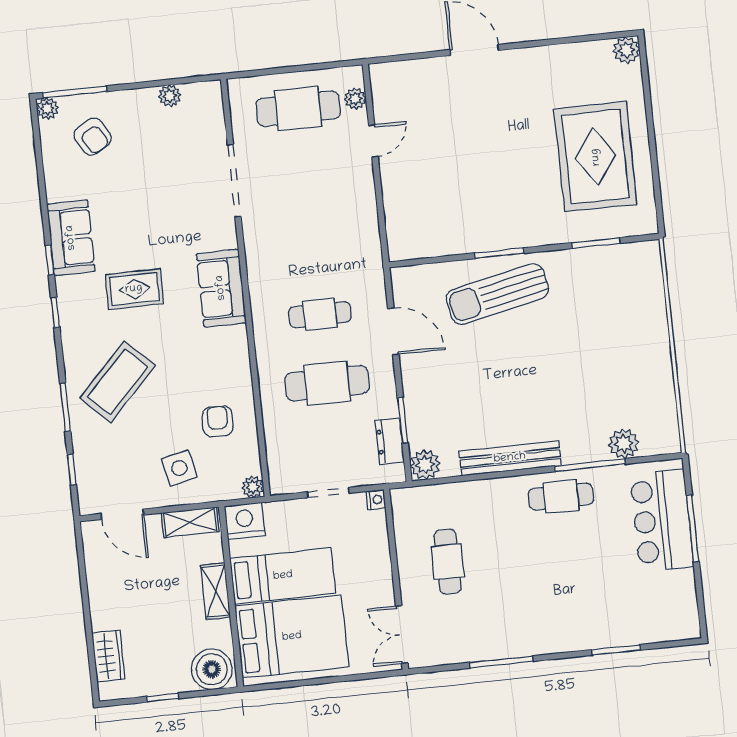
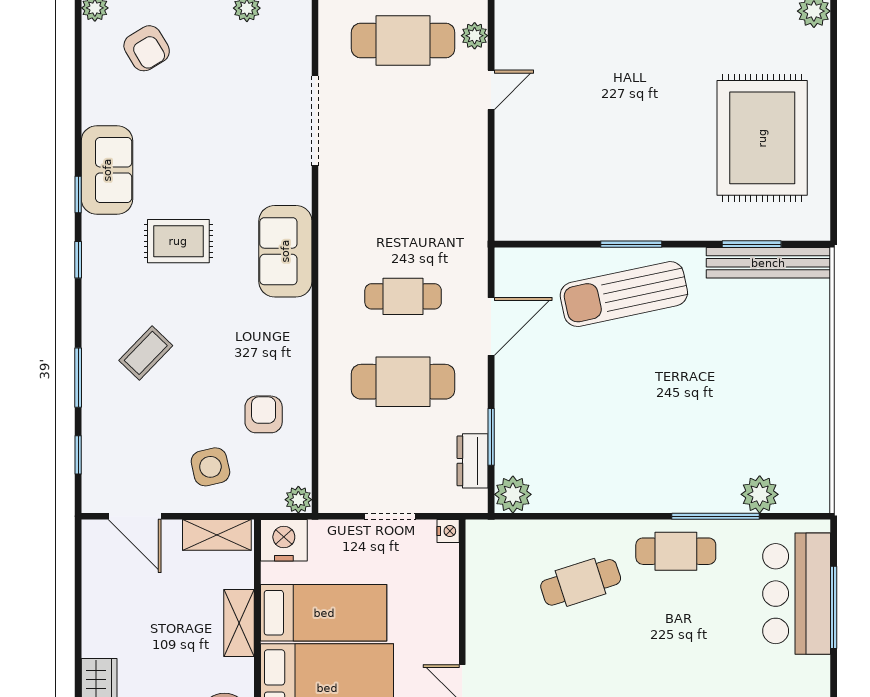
door: (393, 331) -> (491, 326), hinge flipped
coffee table: (118, 382) -> (146, 353), width x0.54, depth x0.58
bench: (510, 458) -> (768, 263), moved
cafe table: (448, 562) -> (581, 582), moved, turned 72

